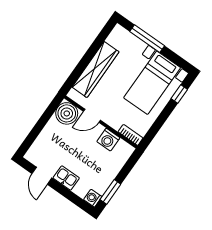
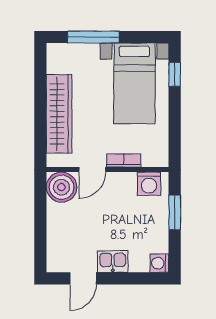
bookcase: (131, 135) -> (124, 160), moved
washing machine: (108, 140) -> (149, 184), moved
door: (42, 176) -> (83, 278), hinge flipped
window: (110, 192) -> (175, 212), moved

